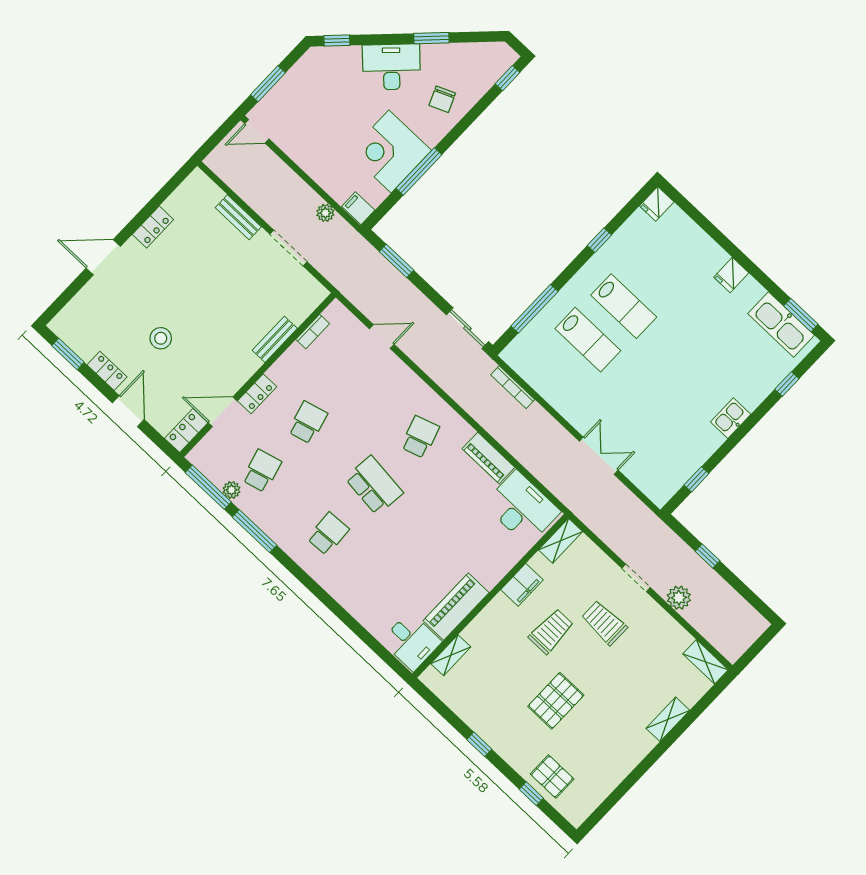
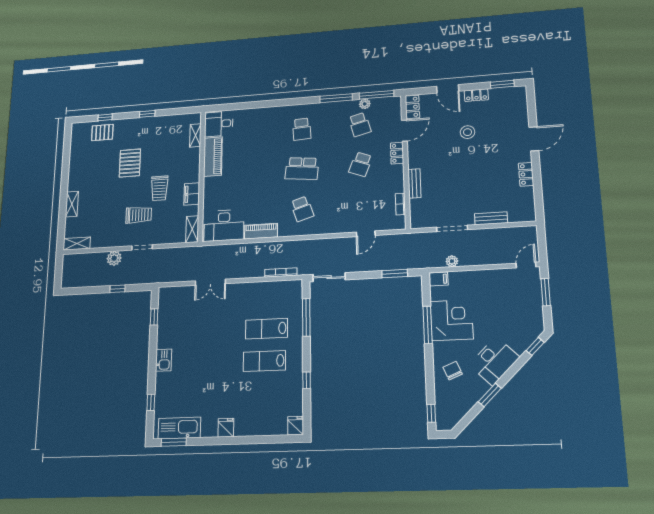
school desk: (308, 422) -> (361, 164), turned 36

